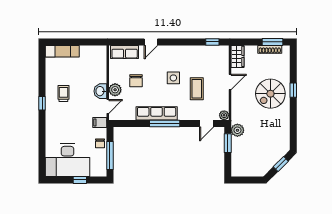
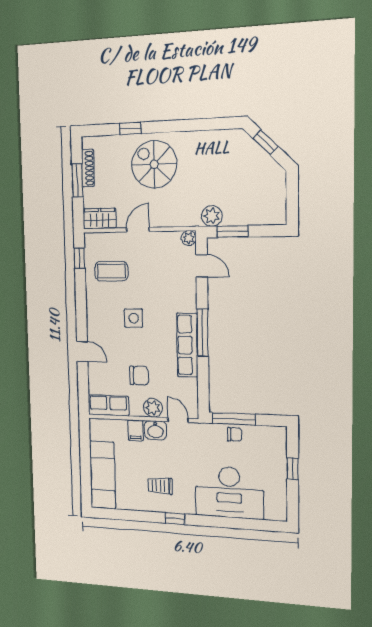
window: (272, 42) -> (77, 180), moved
exam couch: (62, 51) -> (103, 475), width x1.36, depth x1.45
row of seats: (125, 52) -> (108, 405), moved, turned -90
door: (230, 82) -> (138, 230), hinge flipped
coffee table: (197, 89) -> (111, 271), moved
window: (293, 90) -> (130, 128), moved
spiral stairs: (270, 94) -> (154, 164), turned 180
filing cabinet: (100, 122) -> (136, 430), moved
window: (110, 155) -> (234, 419), moved
desk: (67, 160) -> (229, 492), moved, turned 90

